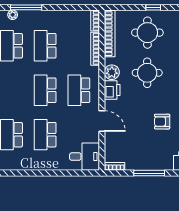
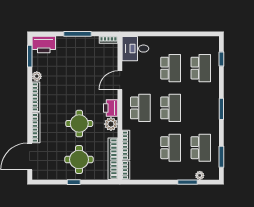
window: (26, 7) -> (188, 182), width x0.69
door: (102, 121) -> (120, 80), hinge flipped
armchair: (162, 122) -> (66, 80), removed

